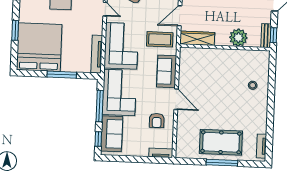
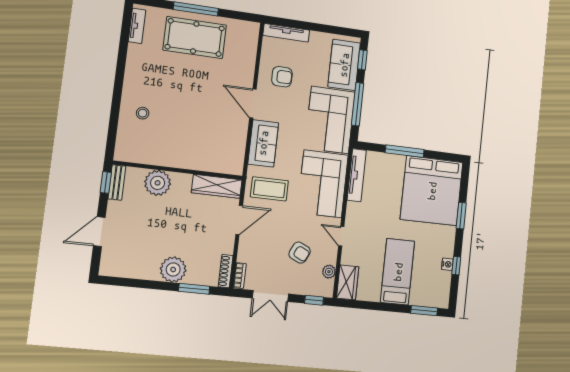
armchair: (157, 121) -> (282, 77), turned 90
tv unit: (161, 153) -> (286, 33), width x1.41

